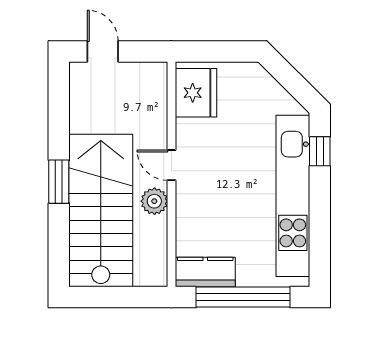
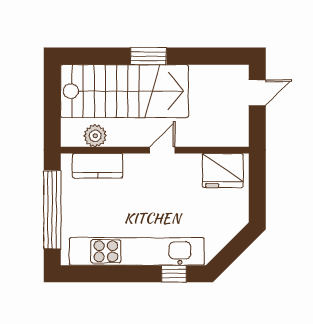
plant: (154, 201) -> (95, 136), moved
kitchen counter: (205, 272) -> (98, 166), moved, turned 90

